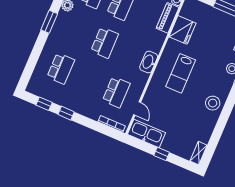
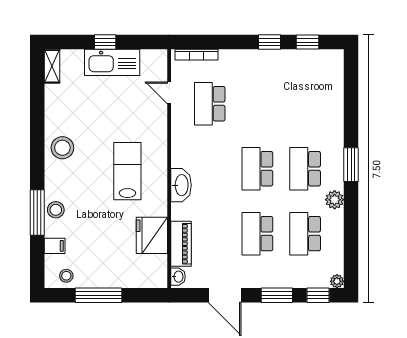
washbasin: (149, 62) -> (181, 185), moved
school desk: (61, 69) -> (305, 169), moved
kitchen sink: (146, 133) -> (112, 62), moved

